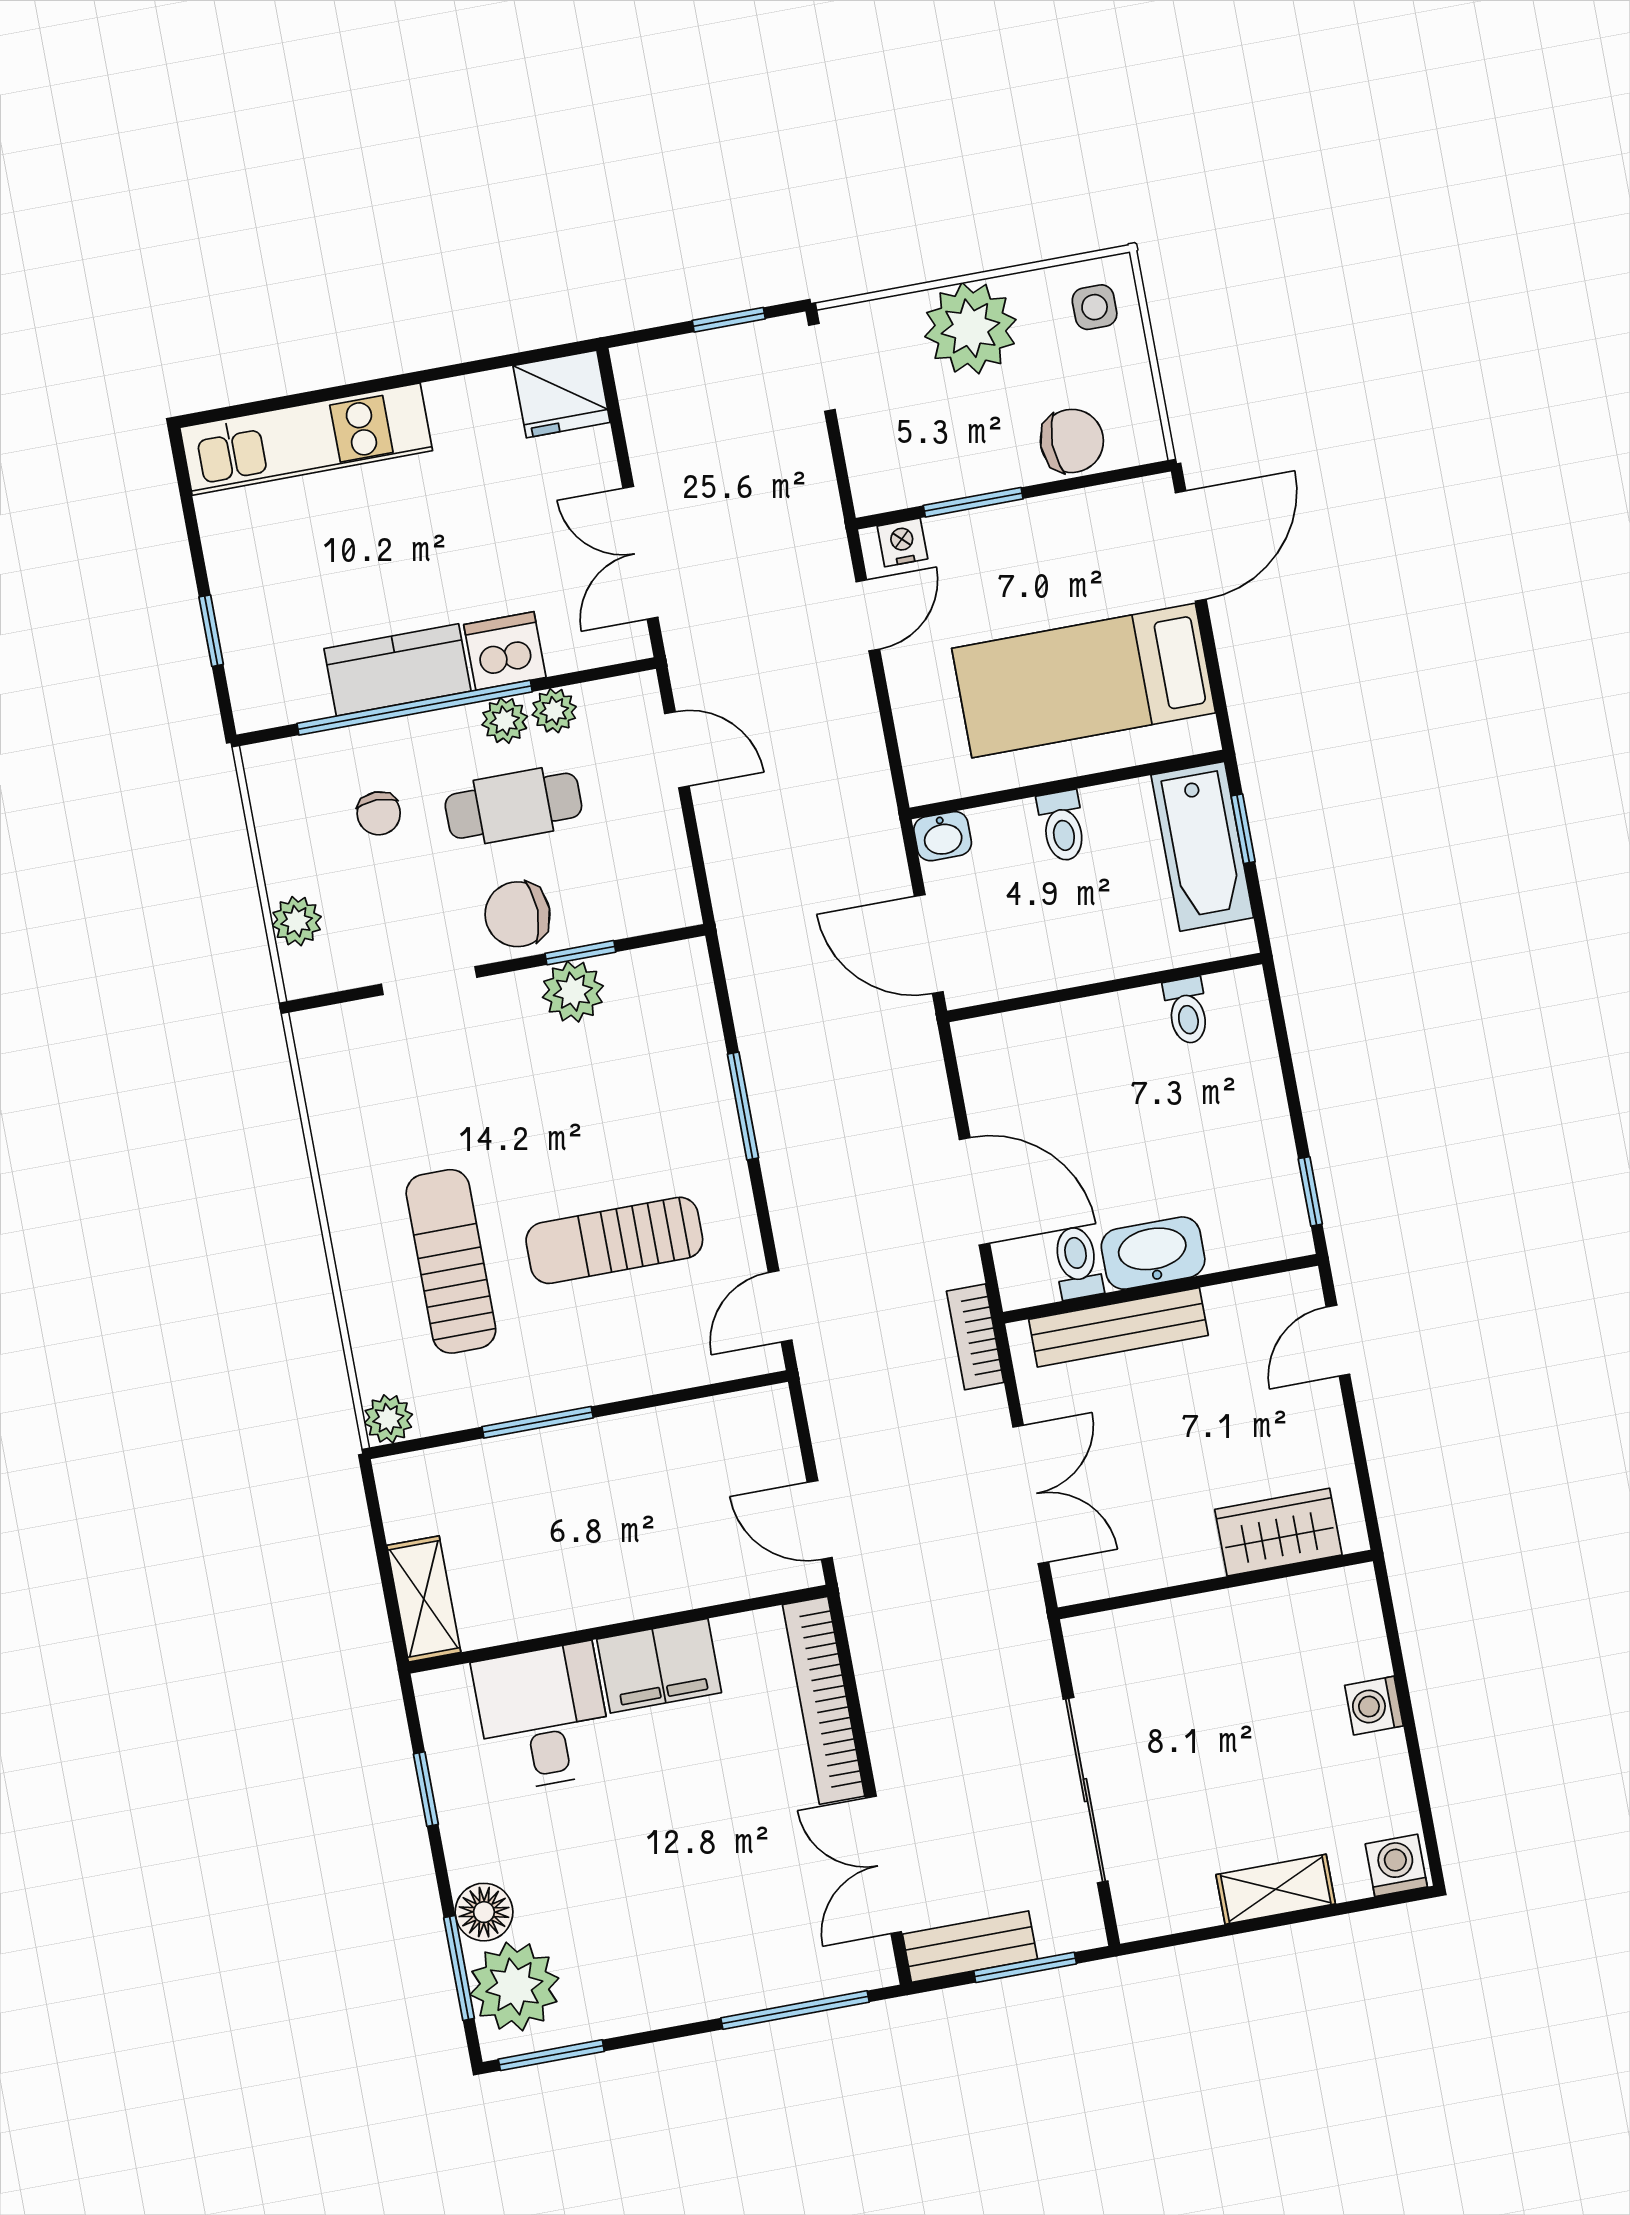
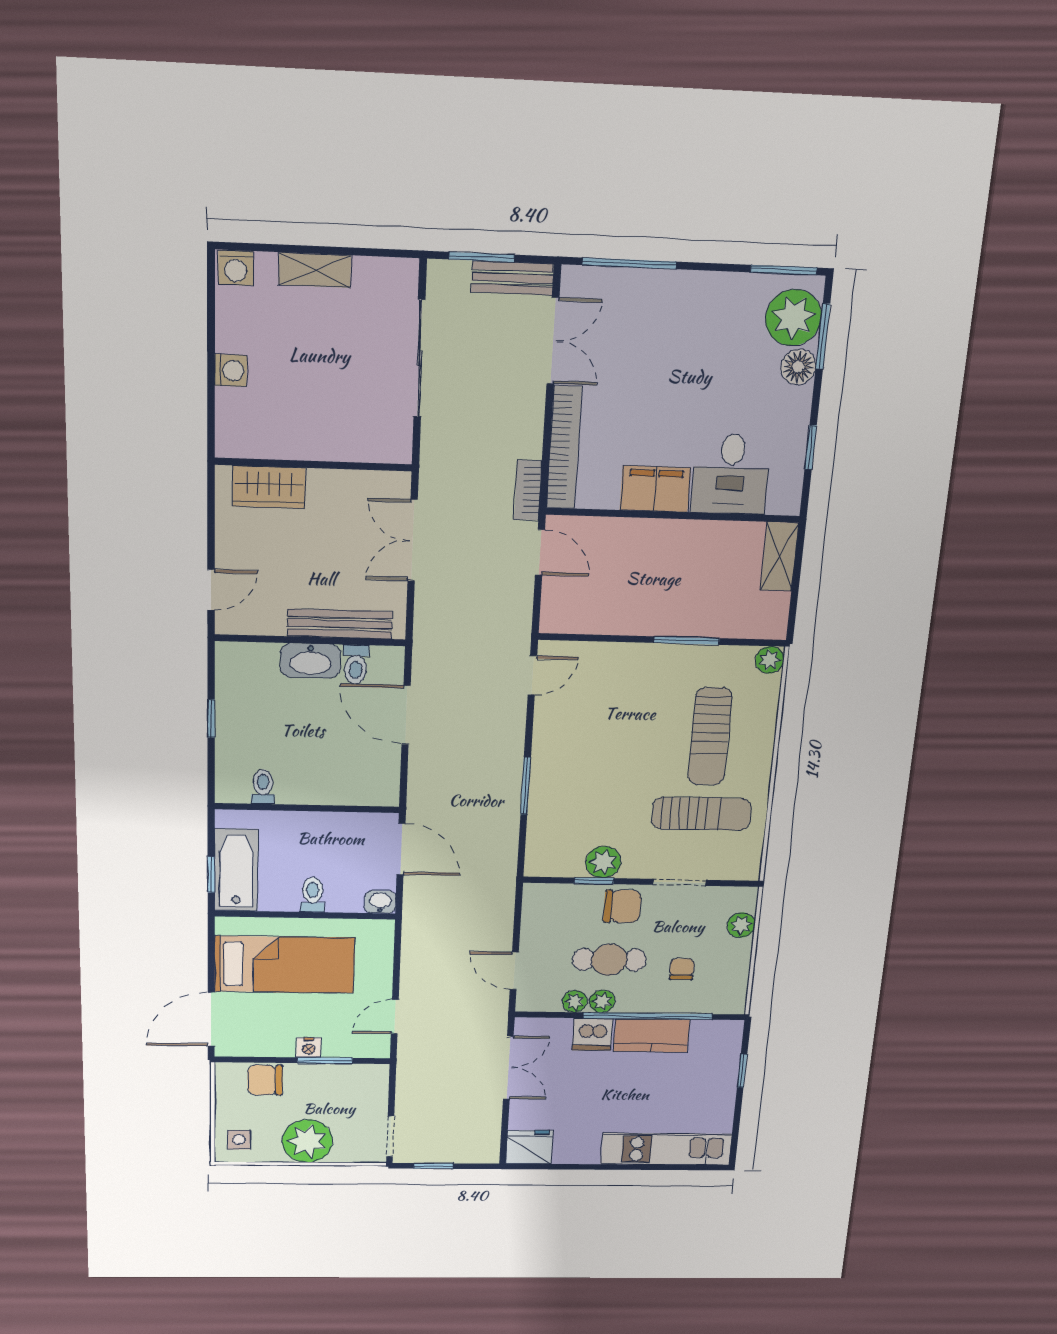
nightstand: (902, 542) -> (309, 1048), moved
window: (1310, 1191) -> (211, 719), moved
sun lounger: (614, 1240) -> (701, 814), moved
bookcase: (975, 1337) -> (528, 490), moved, turned 180

